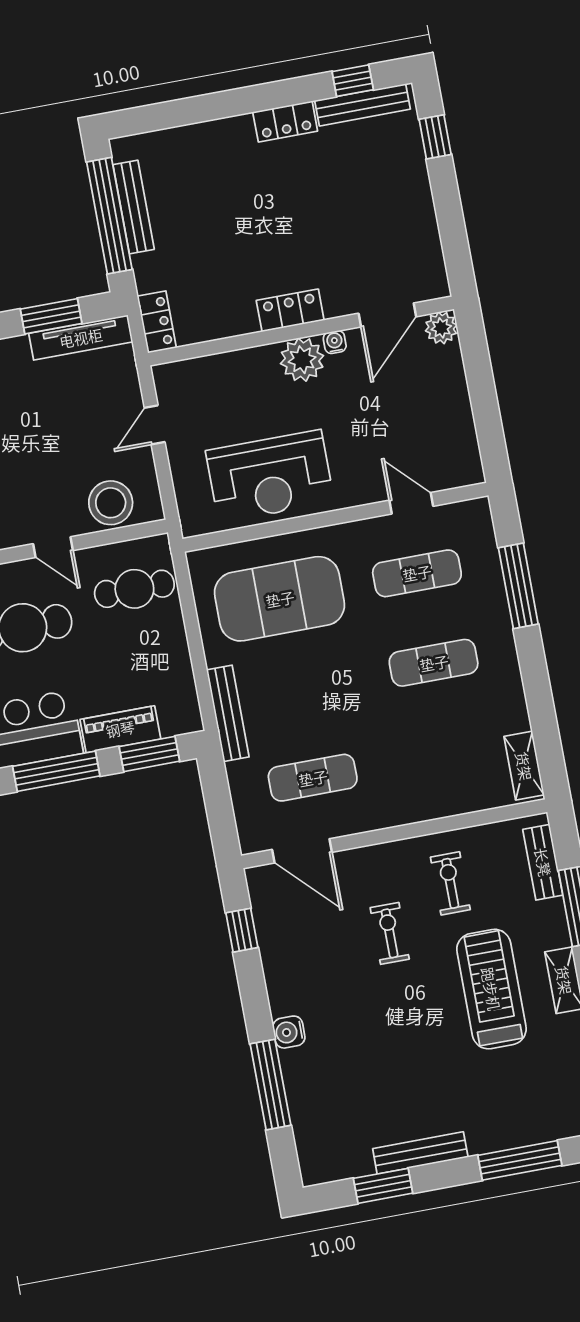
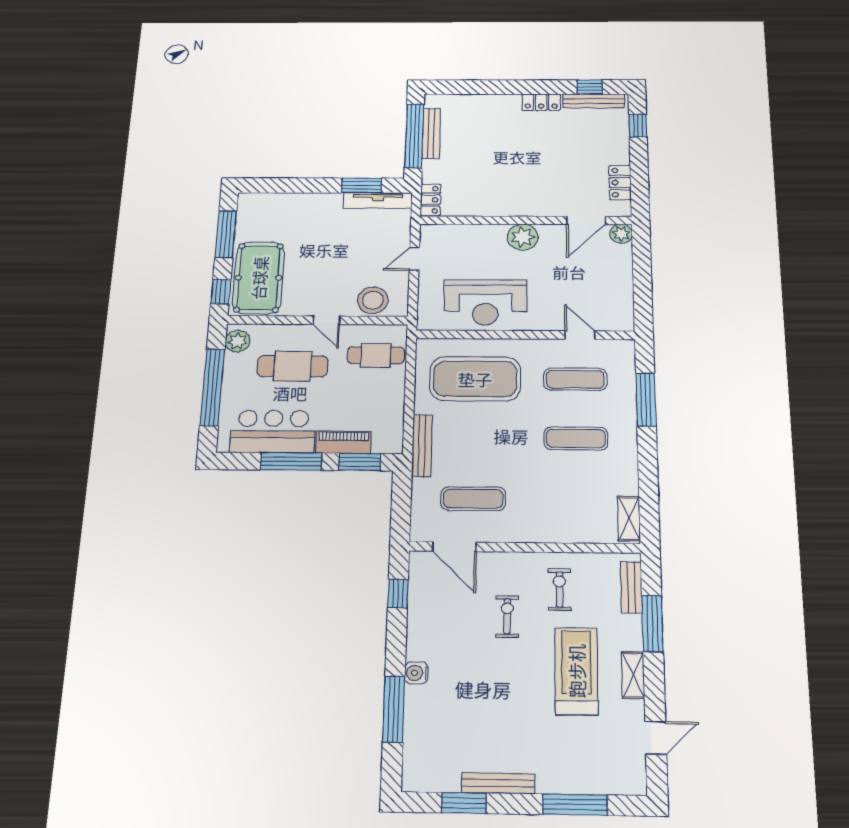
locker: (290, 310) -> (620, 183), moved, turned -90
water cooler: (335, 342) -> (547, 230), removed

